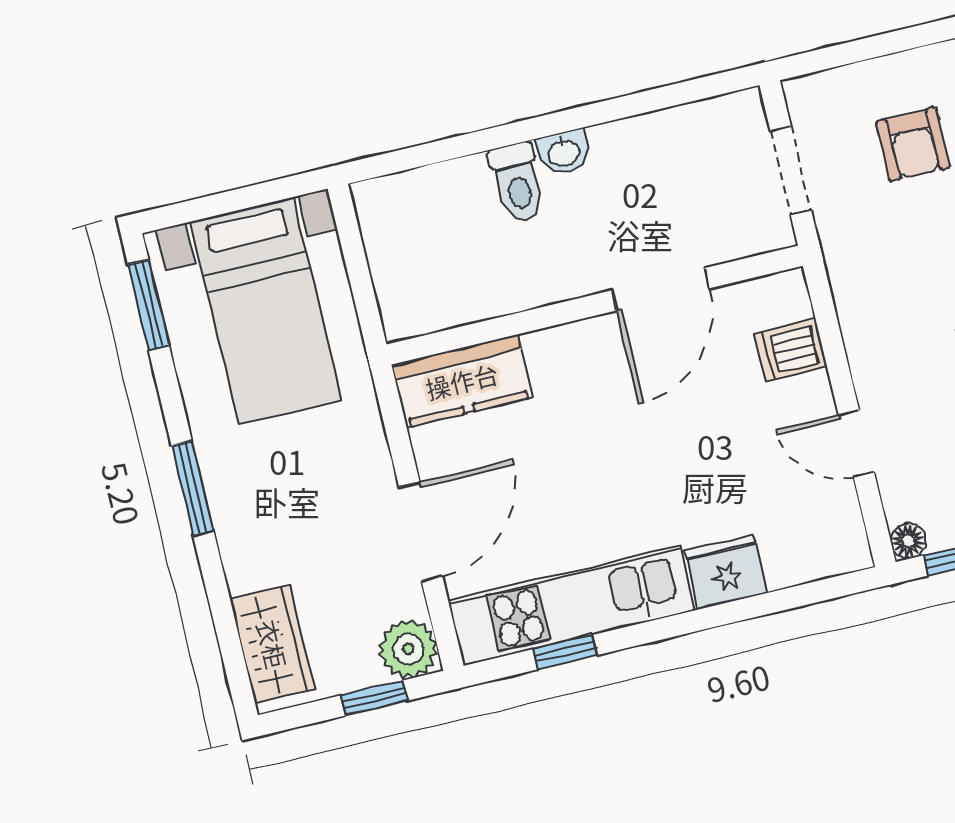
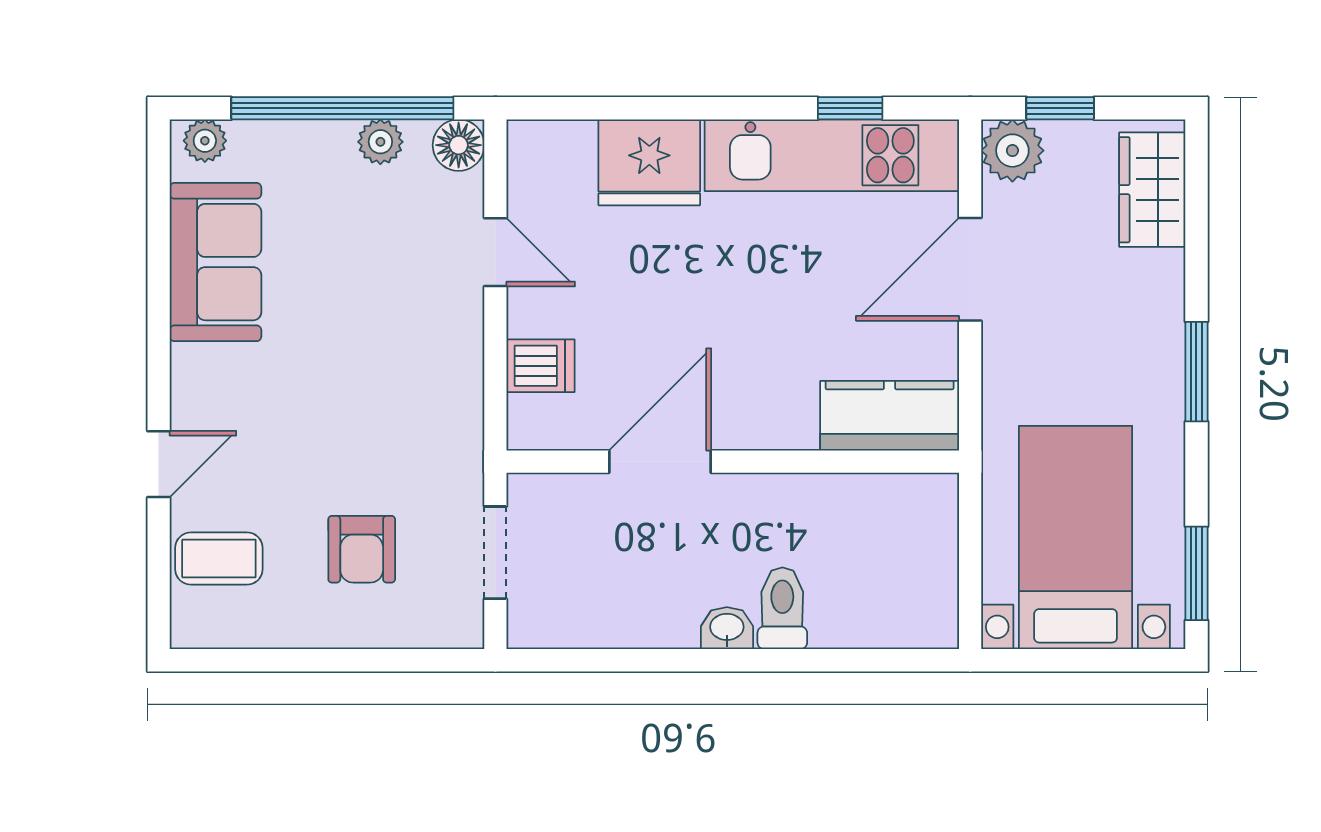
armchair: (913, 144) -> (362, 549), turned 180
floor lamp: (908, 541) -> (459, 145), width x1.37, depth x1.37
fridge: (726, 572) -> (649, 162), width x1.36, depth x1.34

